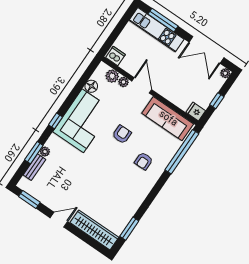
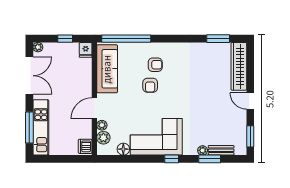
armchair: (122, 134) -> (150, 85), moved, turned -90

